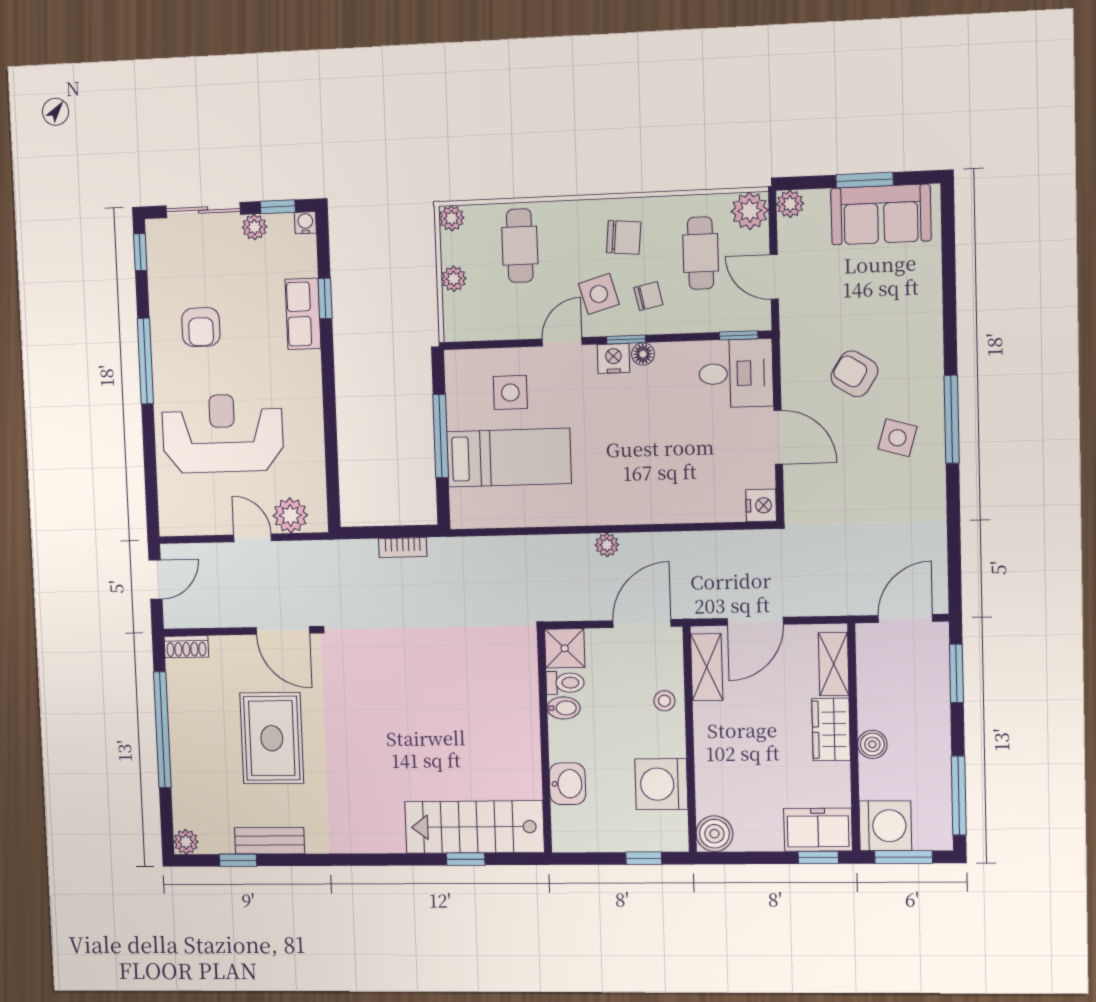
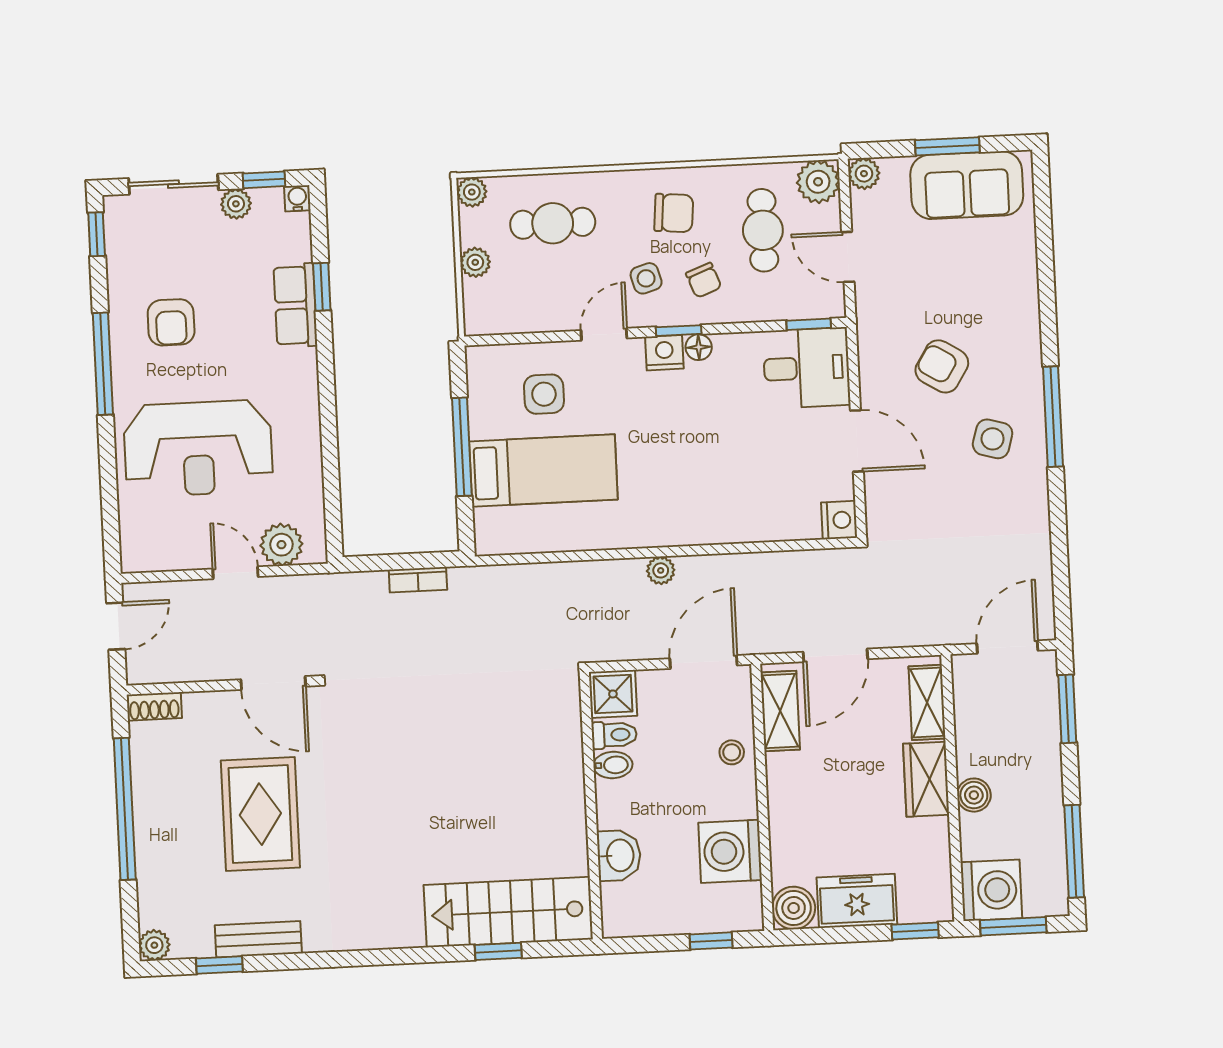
cafe table: (520, 246) -> (553, 223), turned 90
side table: (599, 294) -> (646, 278), width x0.73, depth x0.73
chair: (648, 296) -> (704, 280), turned 81
reception desk: (223, 433) -> (198, 448), turned 180
freezer: (818, 830) -> (857, 901), moved

